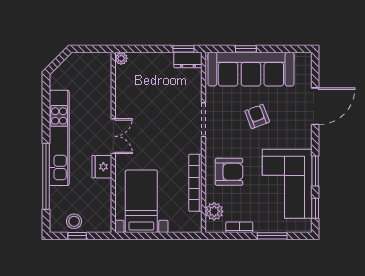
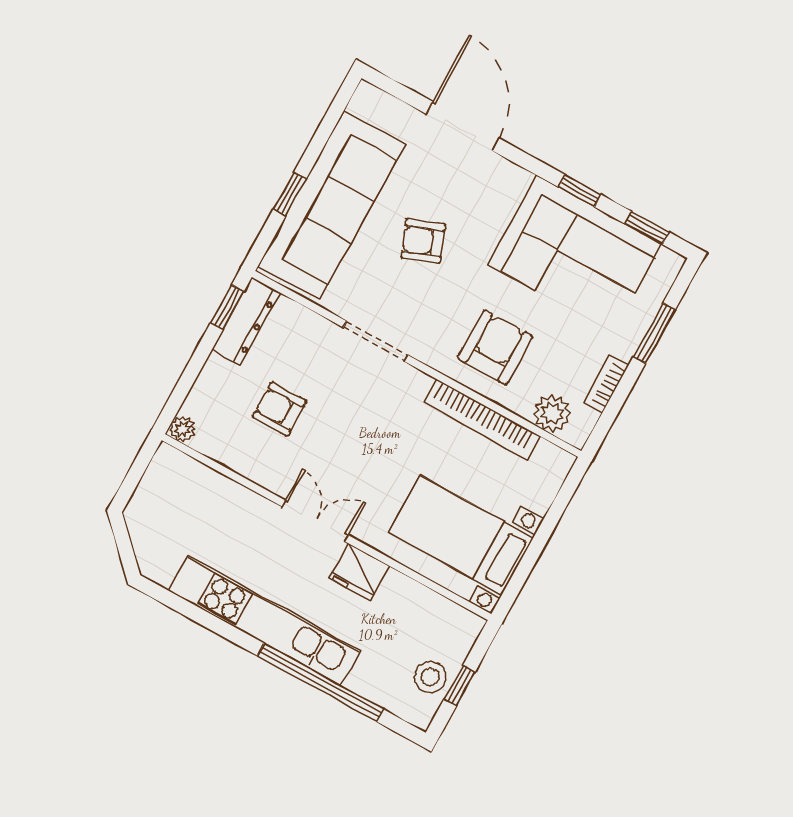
dresser: (188, 60) -> (246, 321), width x1.44
armchair: (152, 95) -> (279, 409), added
window: (315, 171) -> (580, 191), width x0.67

